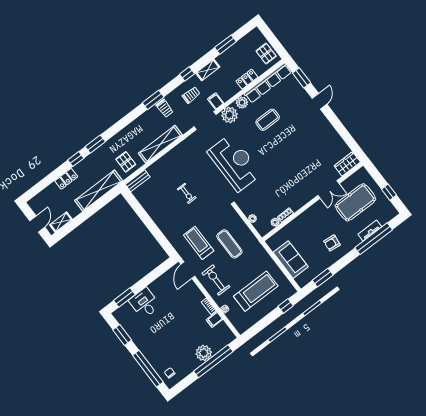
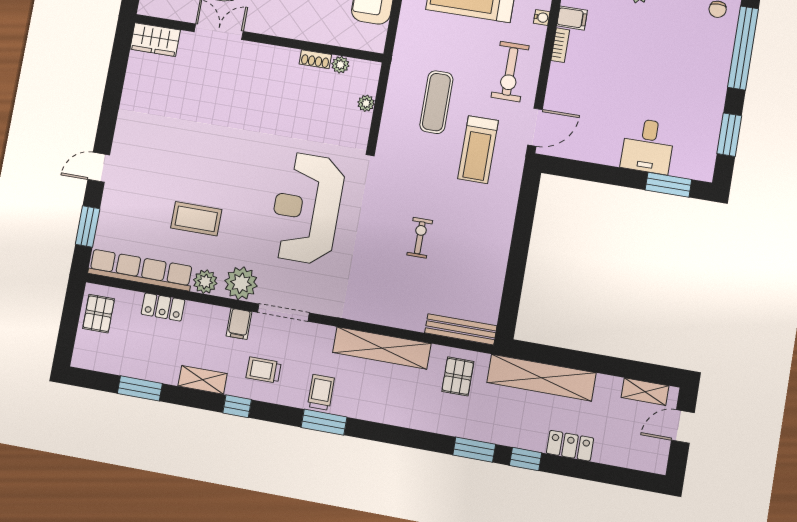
bench: (138, 181) -> (461, 329), width x1.36

